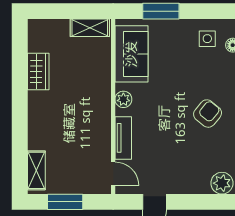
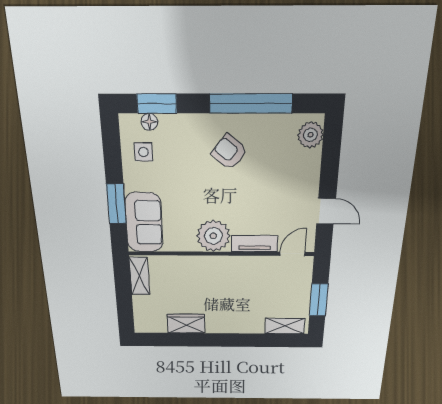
sofa: (131, 54) -> (144, 223), moved, turned 90
plant: (123, 99) -> (213, 236), width x1.88, depth x1.88

